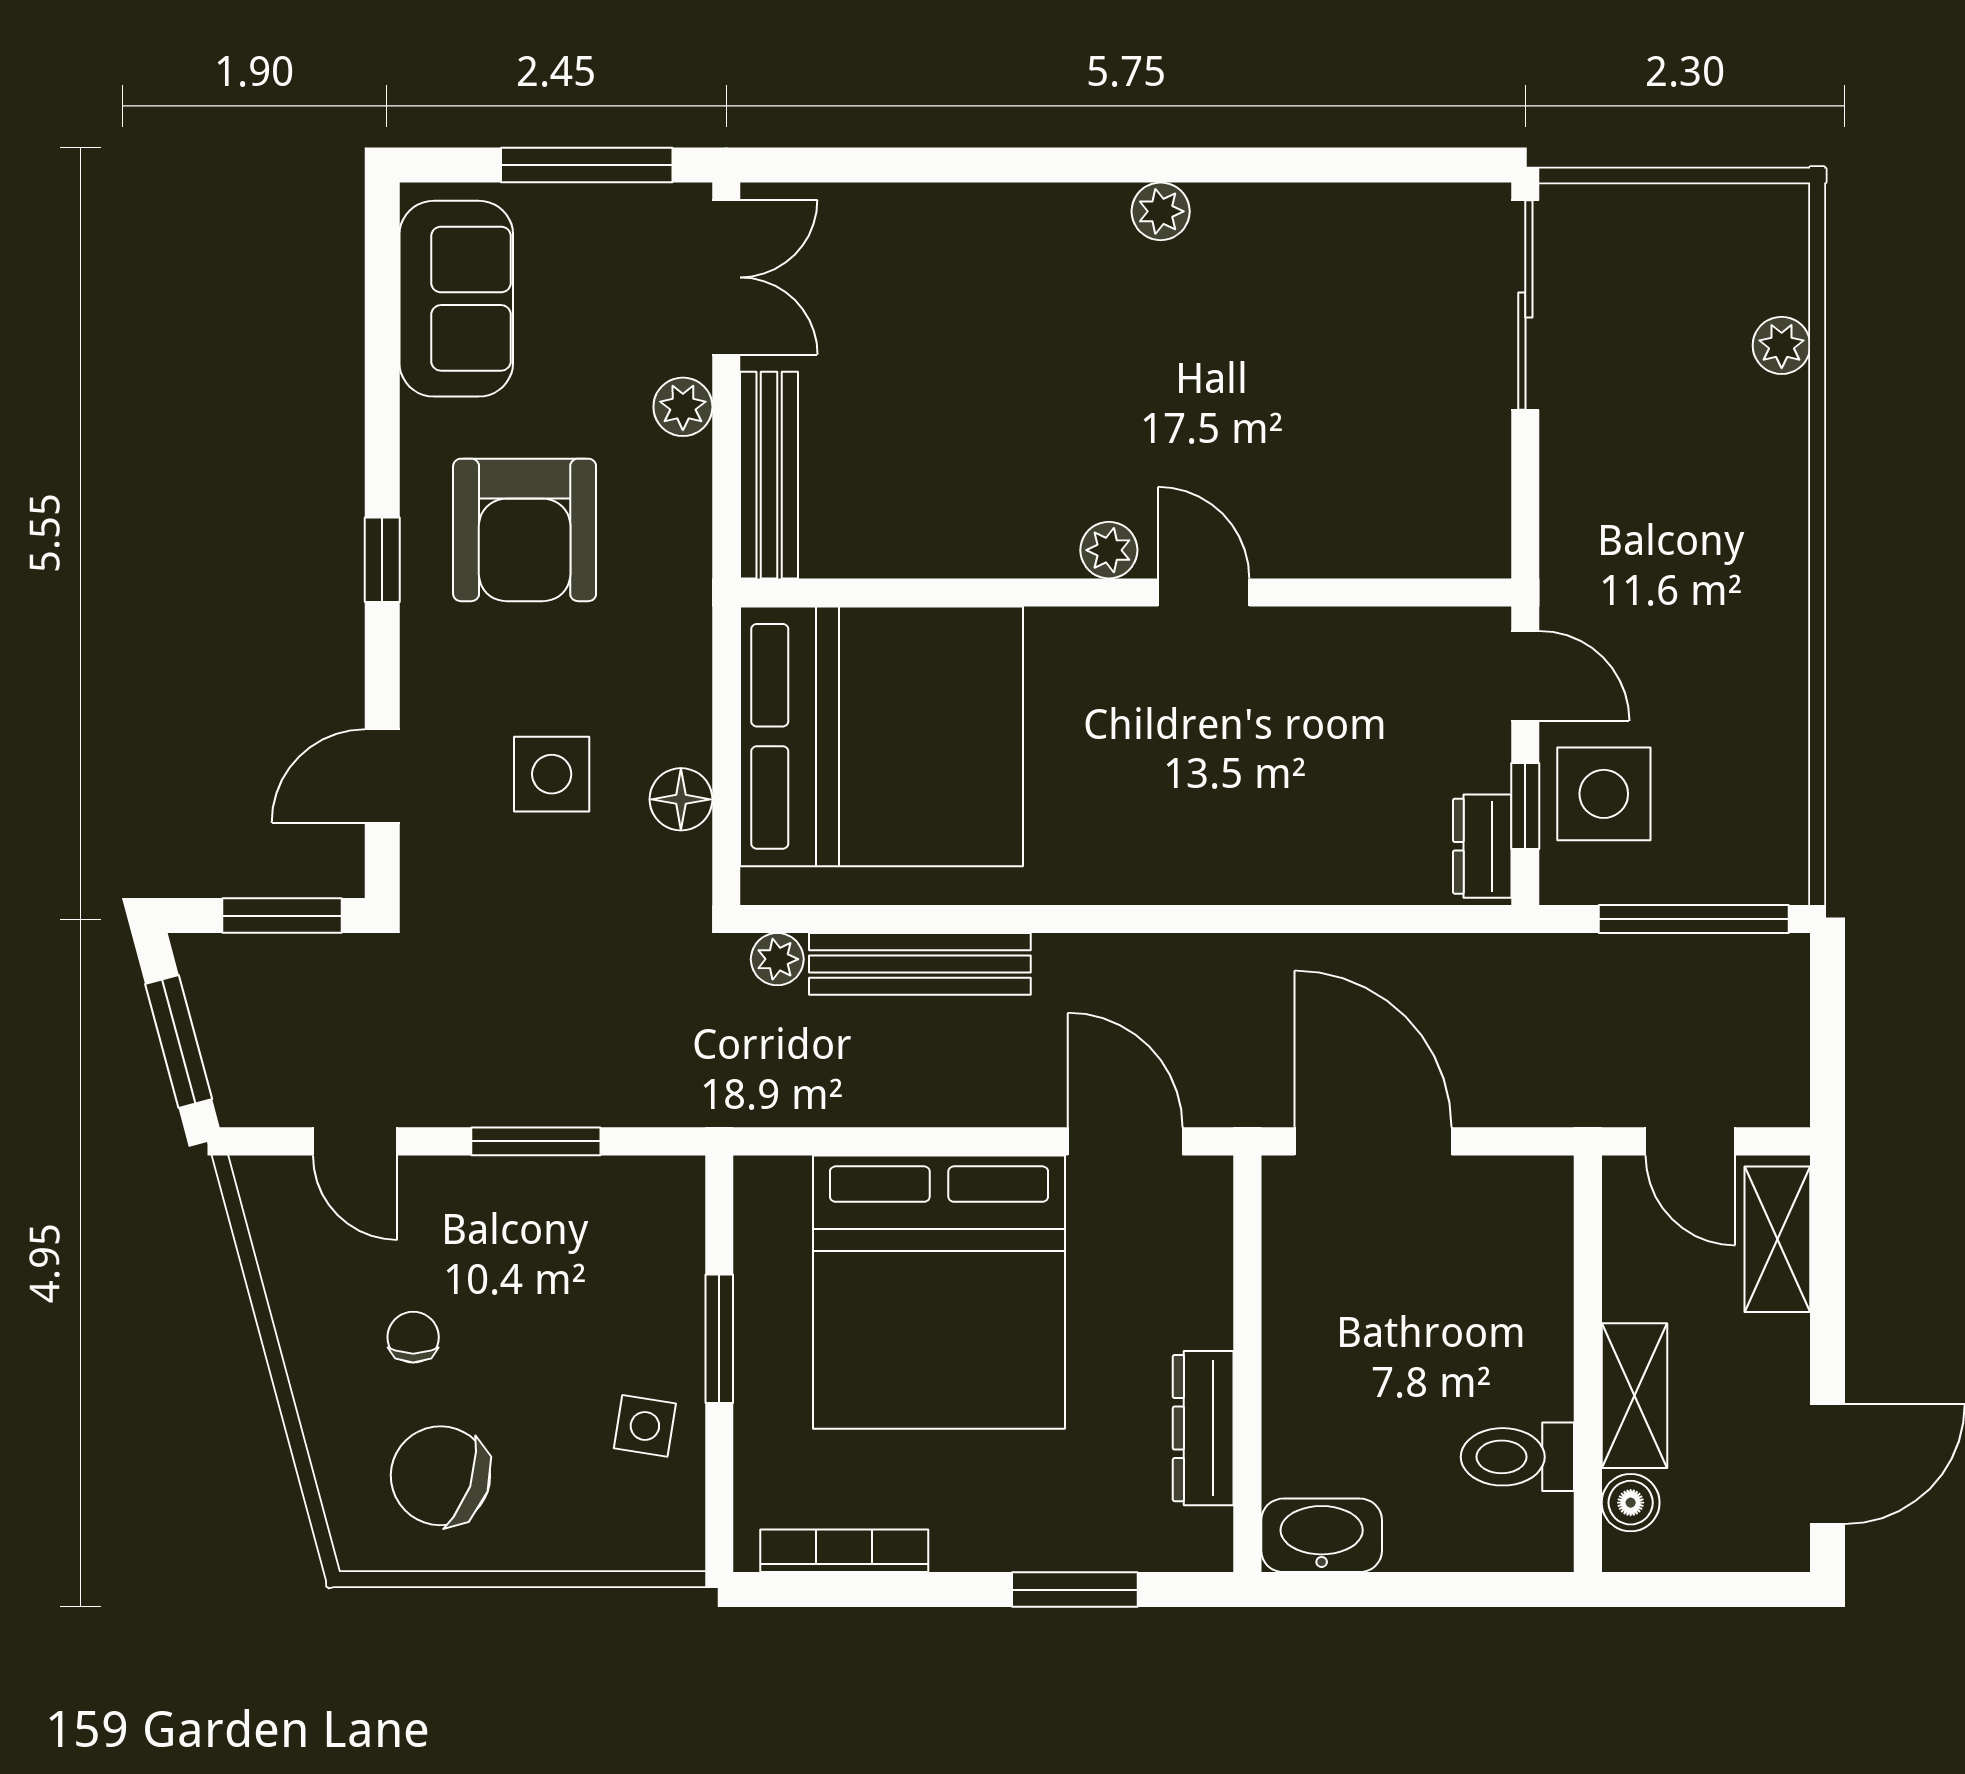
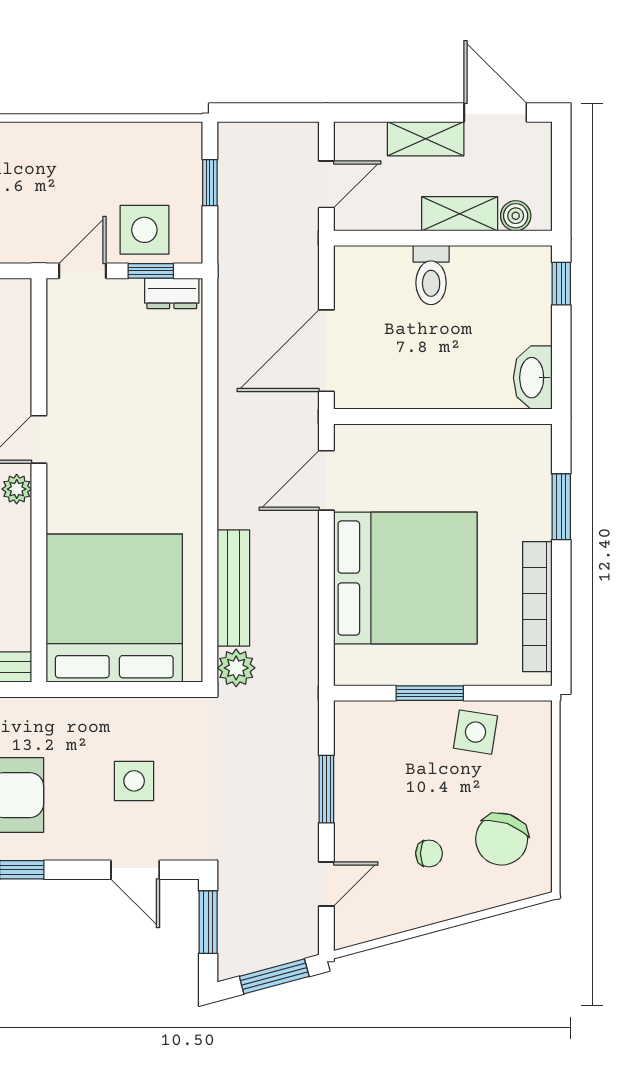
floor lamp: (681, 799) -> (147, 713), removed
window: (1694, 919) -> (210, 183), width x0.46
plant: (777, 959) -> (236, 668), width x1.38, depth x1.38
shelving: (1777, 1239) -> (426, 139), moved
chair: (413, 1337) -> (429, 853), turned 180
side table: (645, 1426) -> (475, 732), width x1.37, depth x1.37
dresser: (1203, 1428) -> (477, 440), removed
toilet: (1517, 1457) -> (431, 275), moved
bookcase: (844, 1551) -> (537, 607), width x1.48, depth x1.31
window: (1501, 1590) -> (561, 284), added

